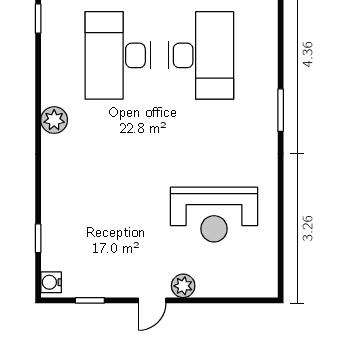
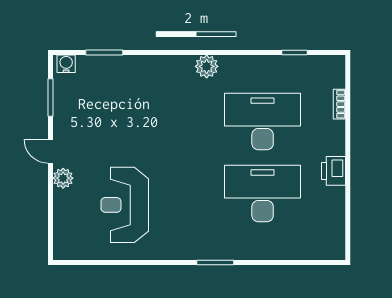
desk: (201, 55) -> (263, 194), turned 180
window: (38, 238) -> (104, 53), width x1.50
window: (90, 300) -> (50, 97), width x1.50

